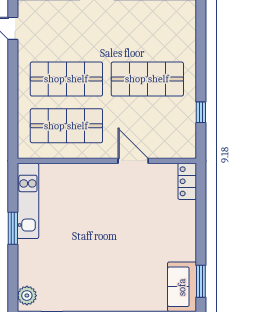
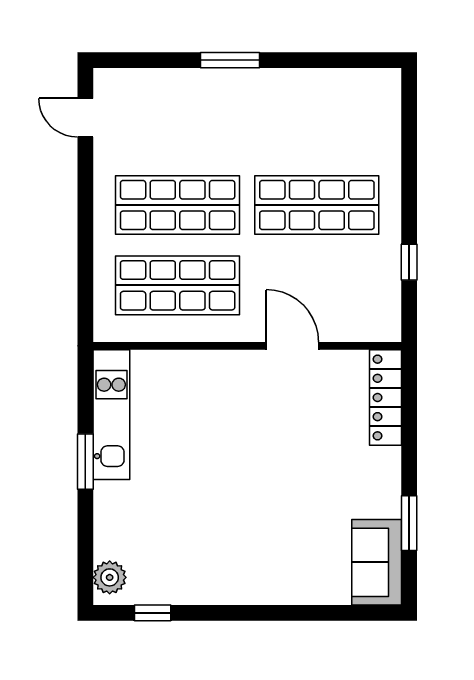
locker: (187, 181) -> (385, 397), width x1.53
window: (201, 281) -> (409, 523), moved

